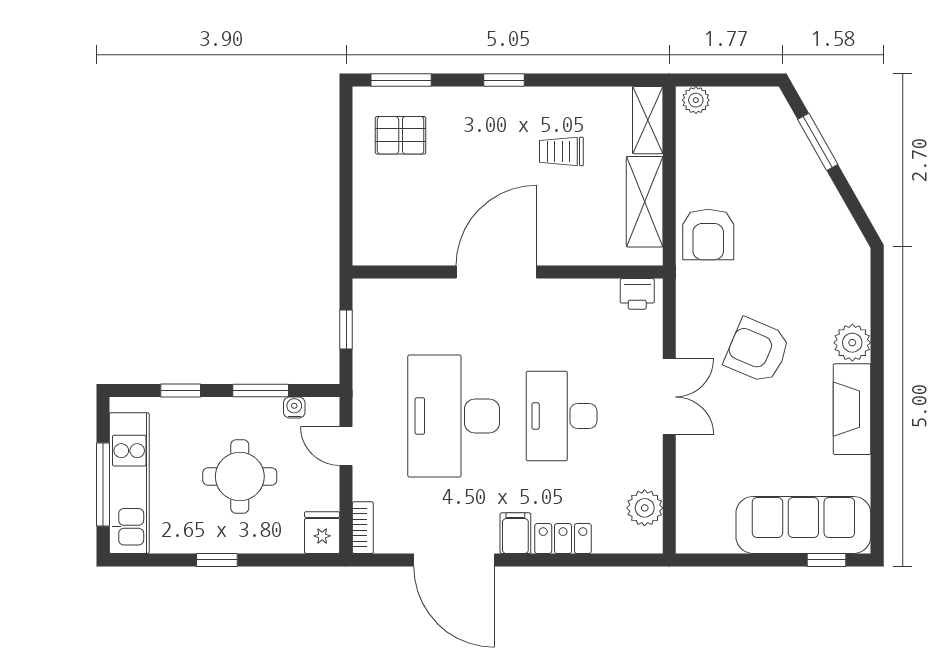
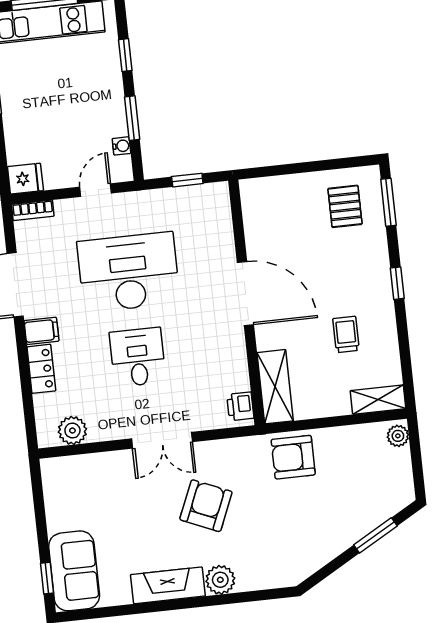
shelving: (645, 202) -> (275, 387), moved, turned 90
desk: (562, 416) -> (138, 357), width x0.73
round table: (240, 476) -> (63, 109), removed
sofa: (803, 525) -> (74, 571), width x0.73

